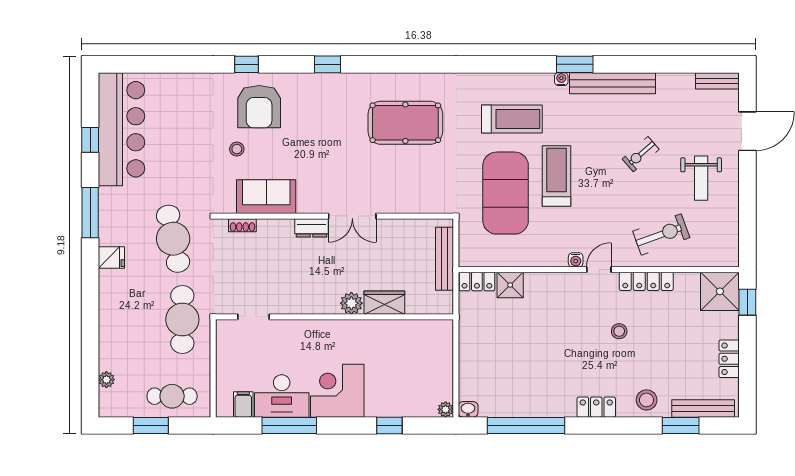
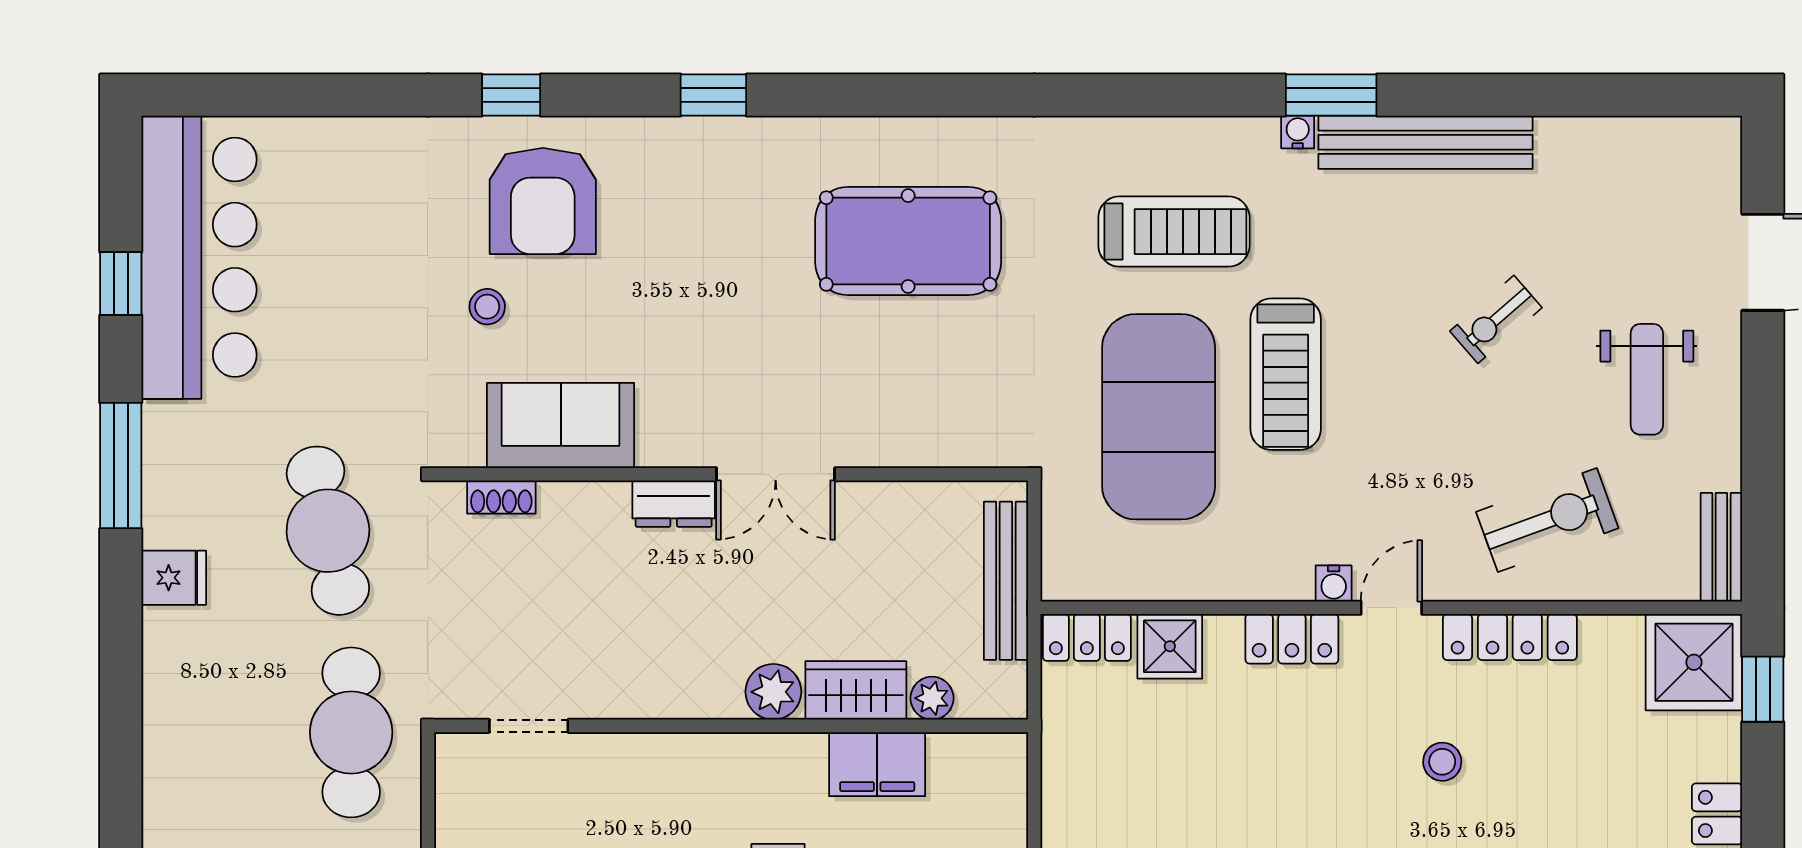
bench: (717, 81) -> (1721, 547), moved, turned 90
treadmill: (556, 176) -> (1286, 374), turned 180
locker: (559, 282) -> (1292, 639), added
plant: (415, 306) -> (932, 698), added
filing cabinet: (393, 332) -> (877, 764), added

